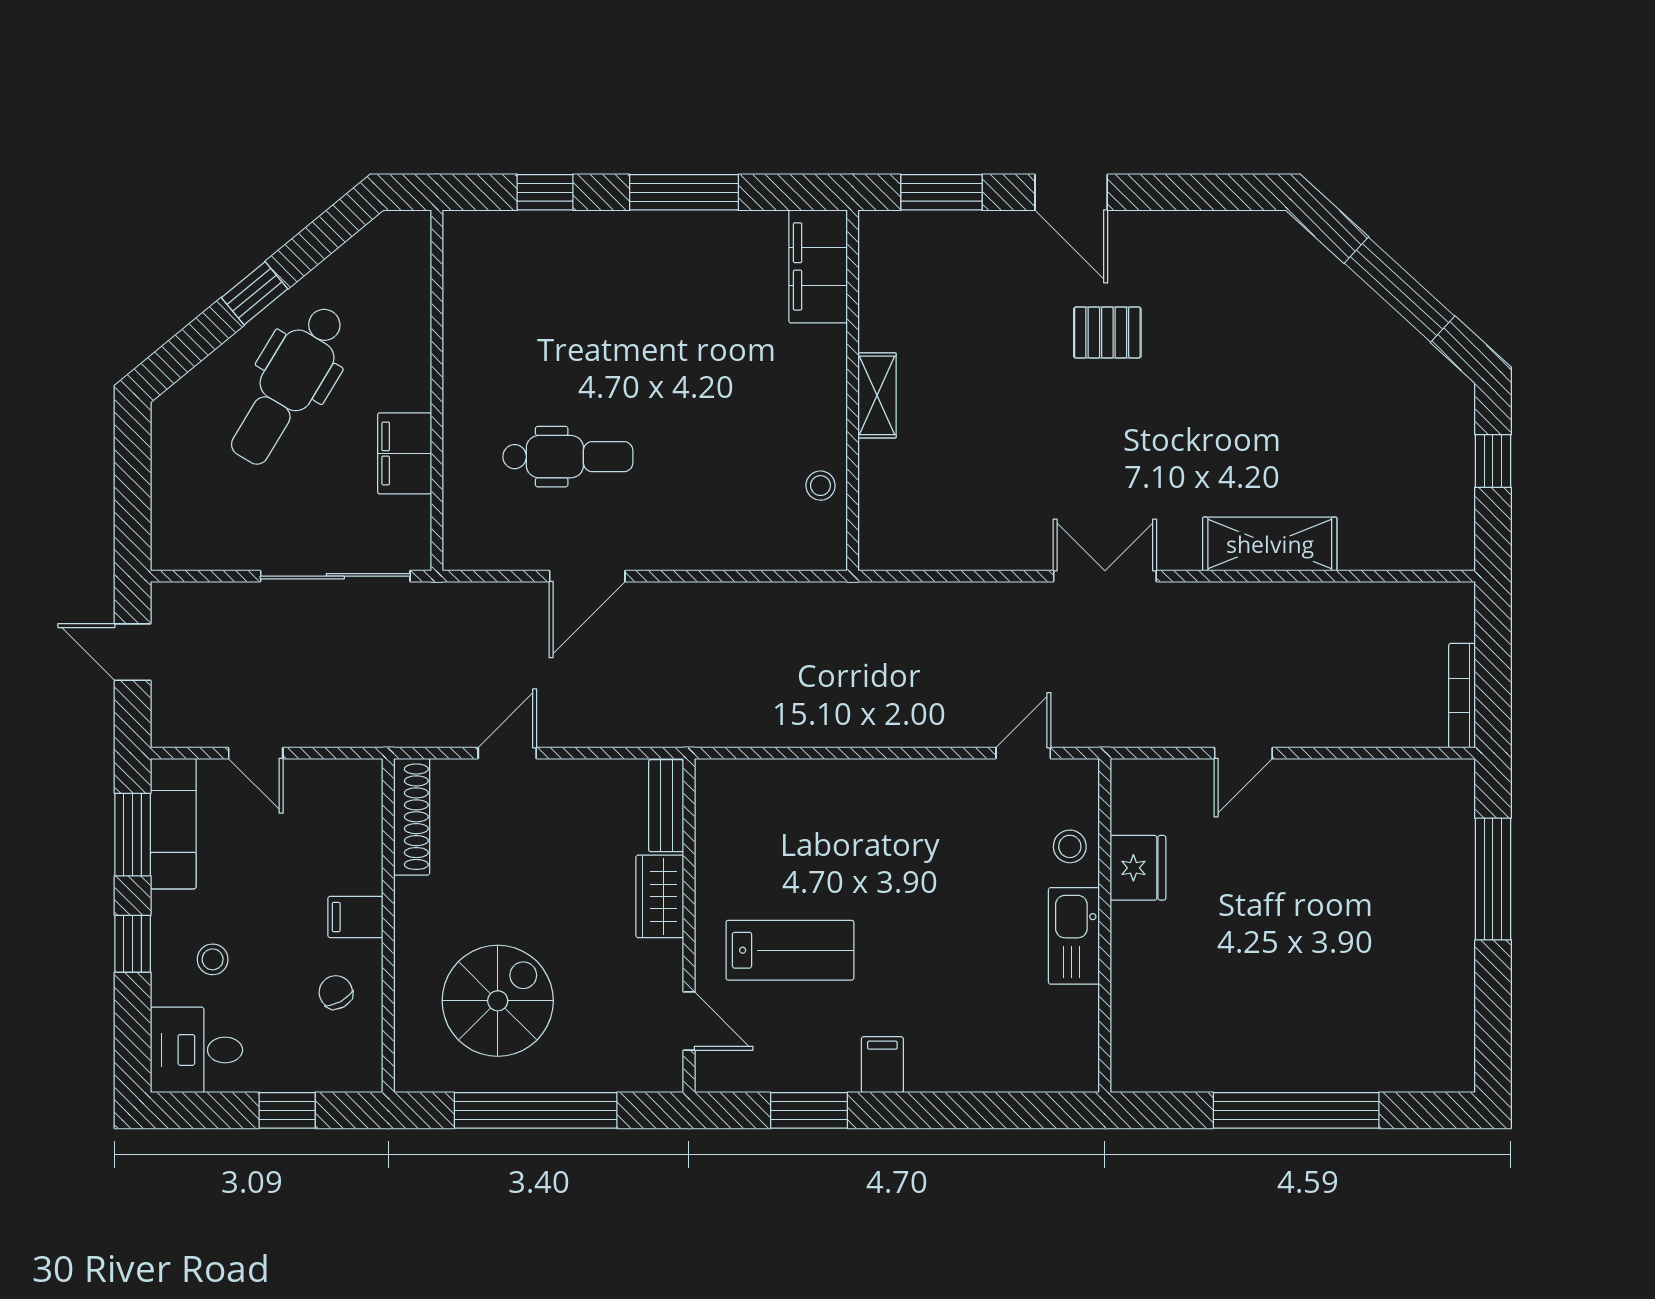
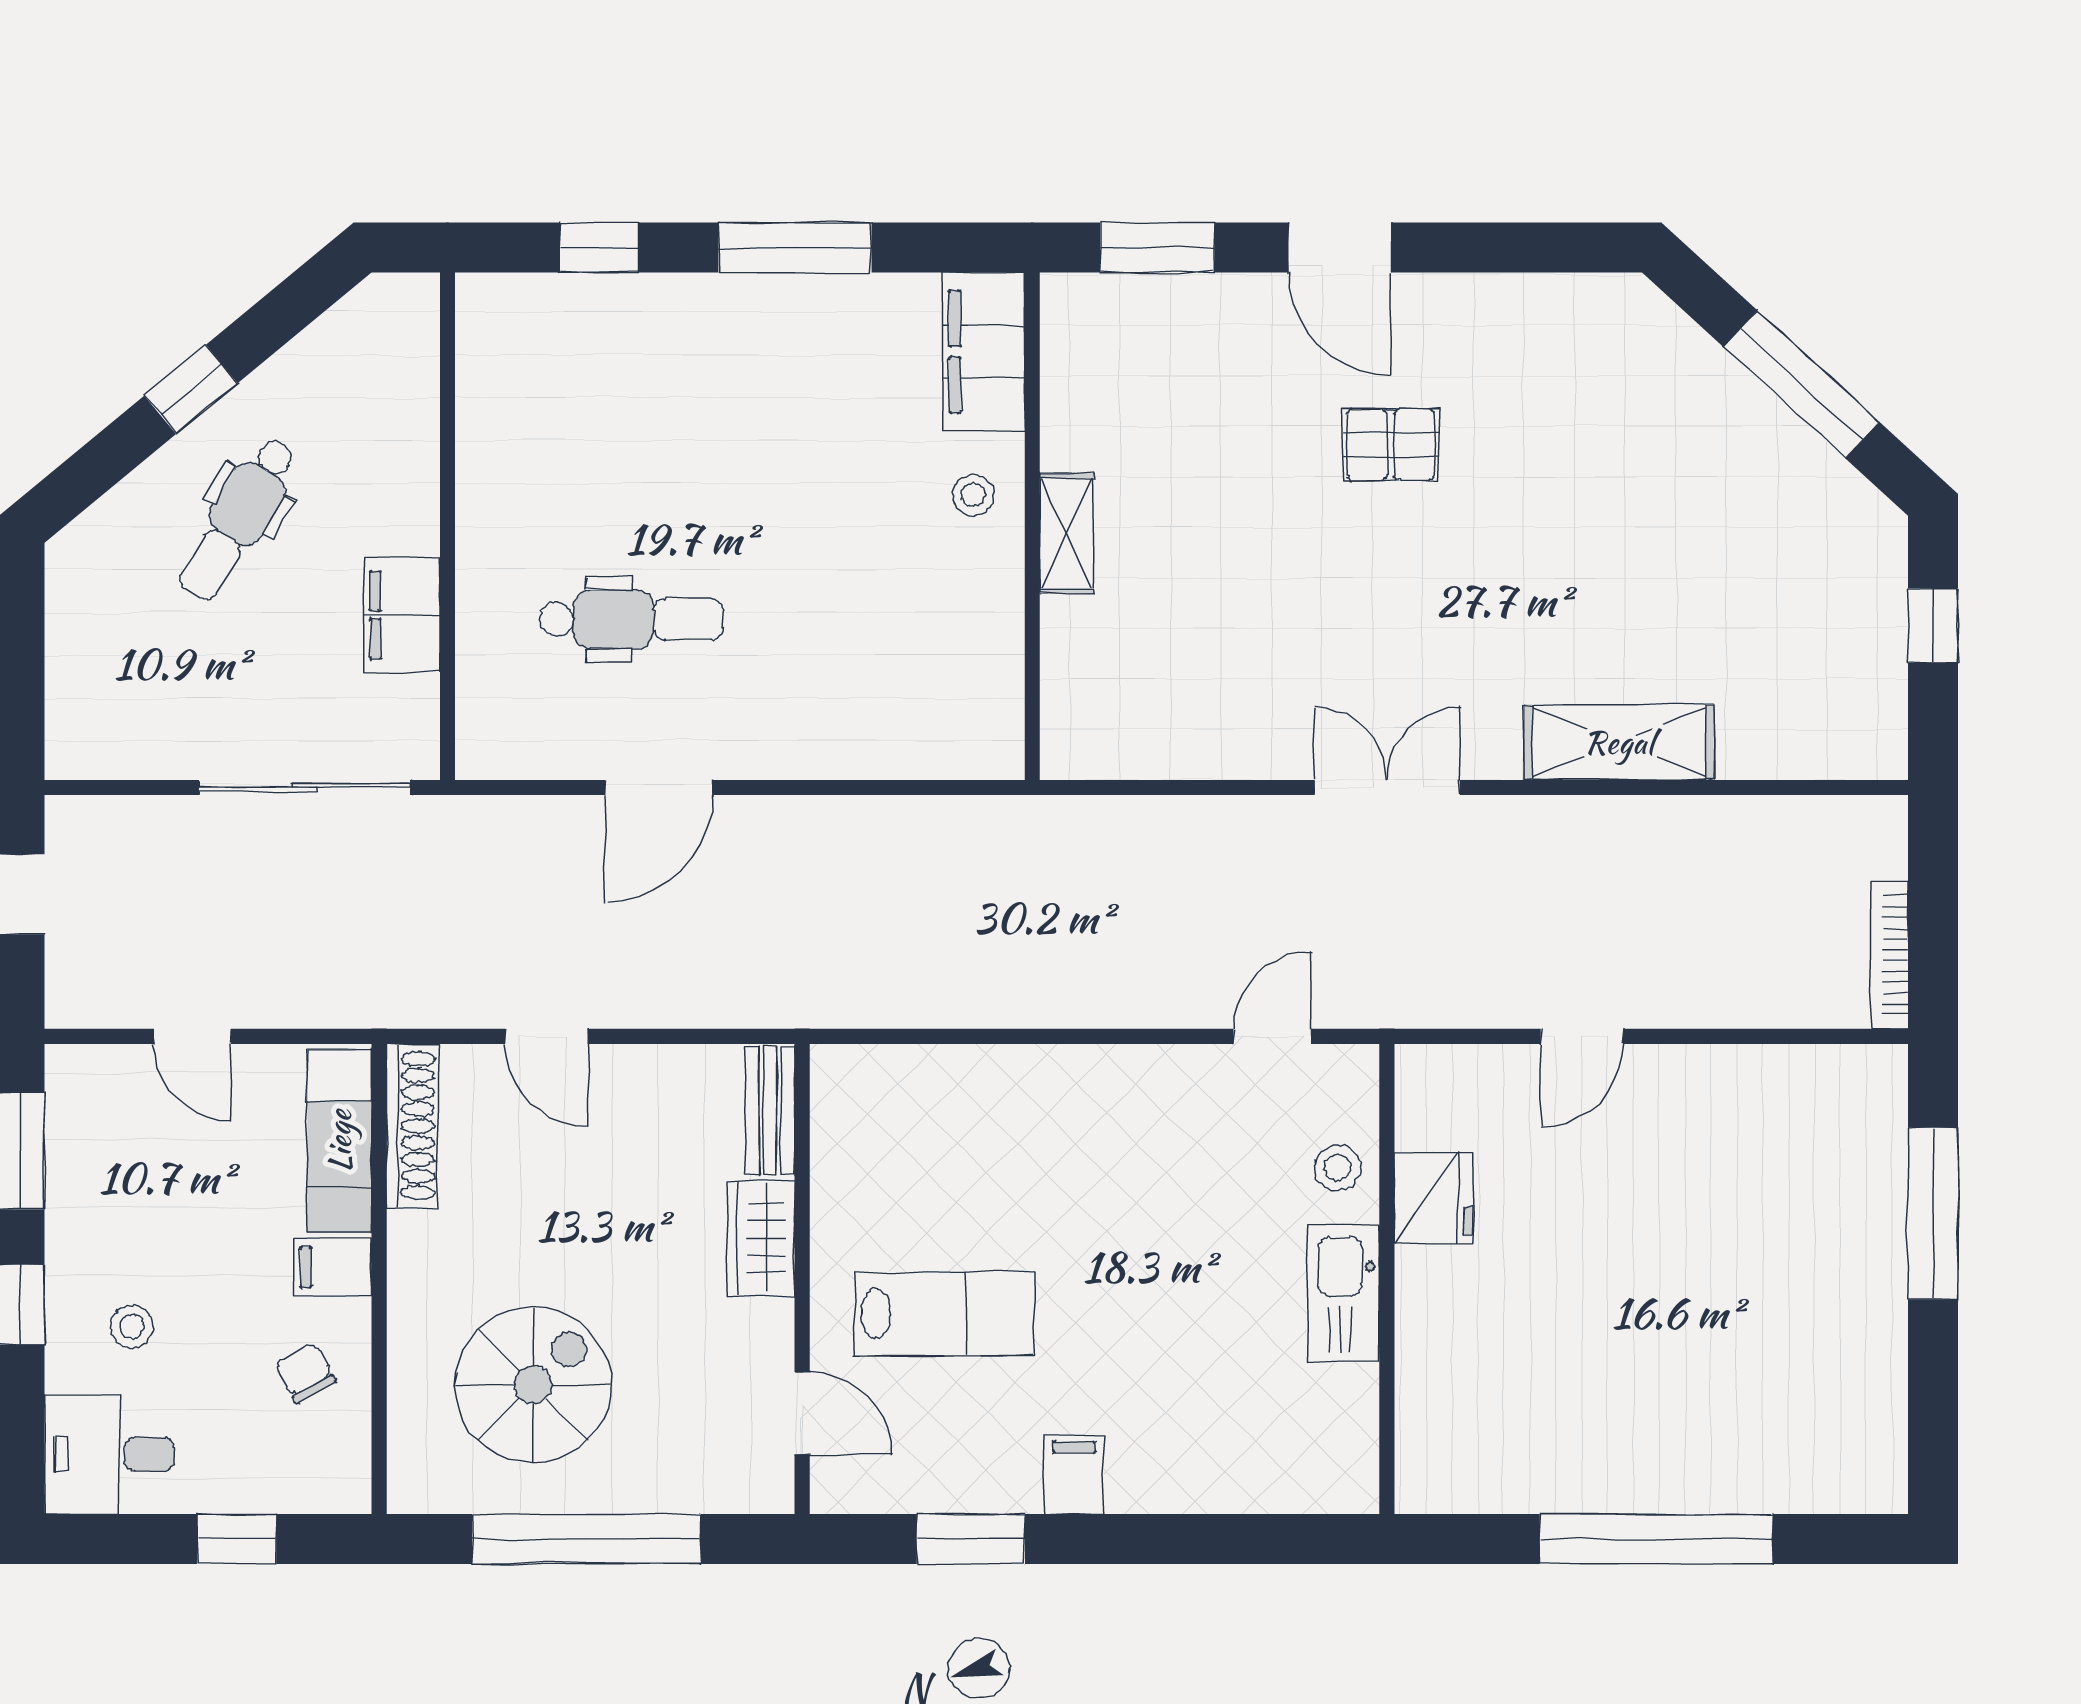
dental chair: (288, 385) -> (238, 519), width x0.73, depth x0.72
stool: (820, 486) -> (973, 495), moved
door: (507, 753) -> (546, 1036), swing flipped
exam couch: (173, 824) -> (339, 1141), moved, turned 180

